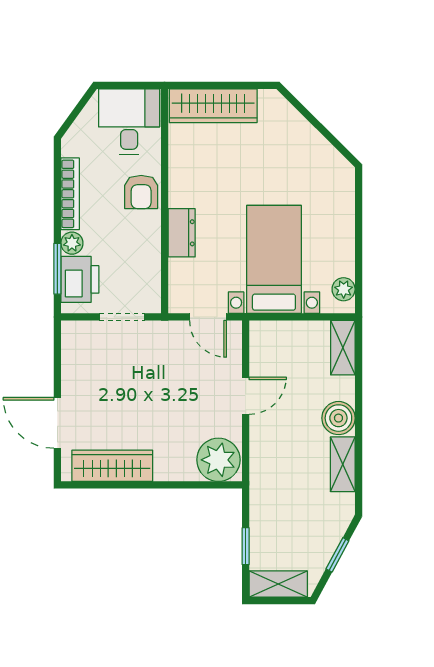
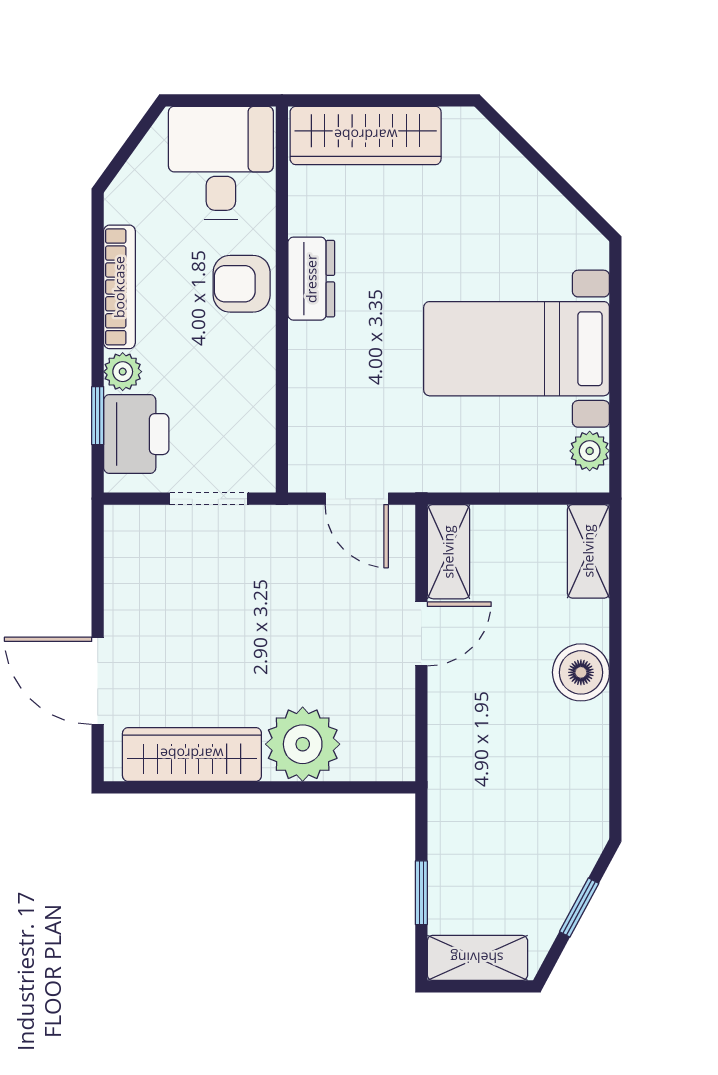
armchair: (141, 192) -> (242, 284), turned 90
dresser: (182, 233) -> (311, 279), moved
bed with nightstands: (274, 259) -> (517, 349), moved, turned -90
window: (57, 269) -> (98, 416), width x0.67
plant: (218, 460) -> (303, 744), moved
shelving: (343, 464) -> (448, 552), moved

